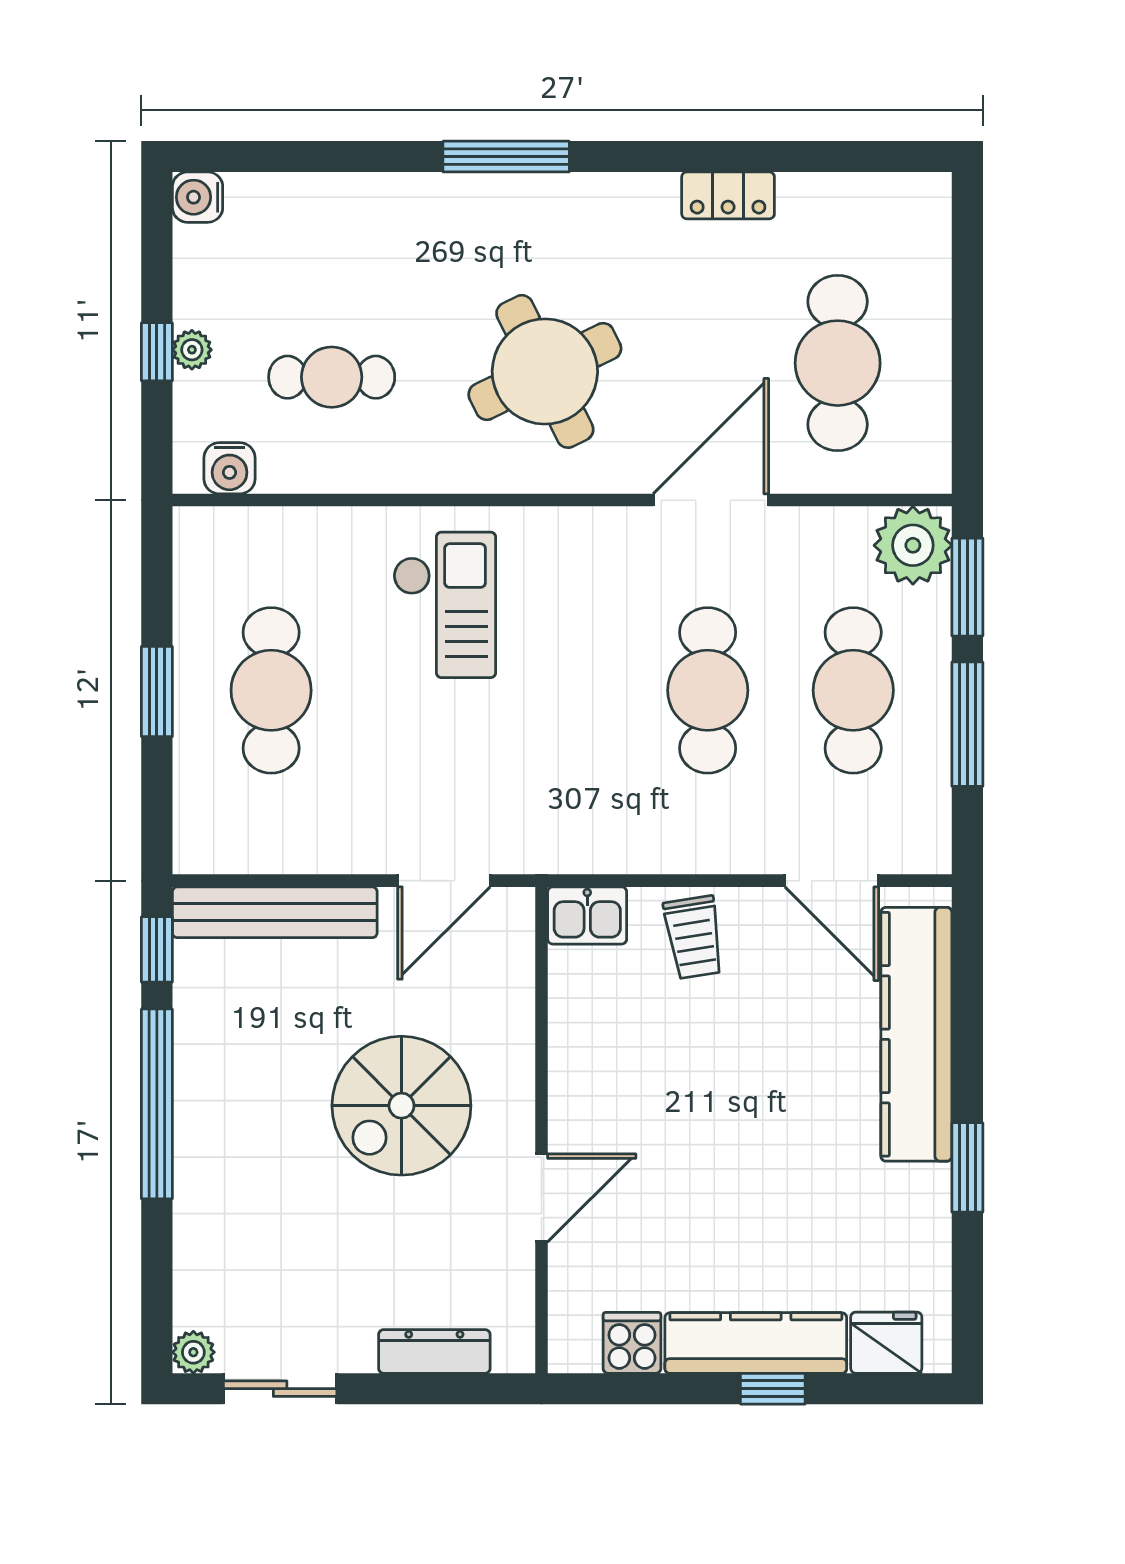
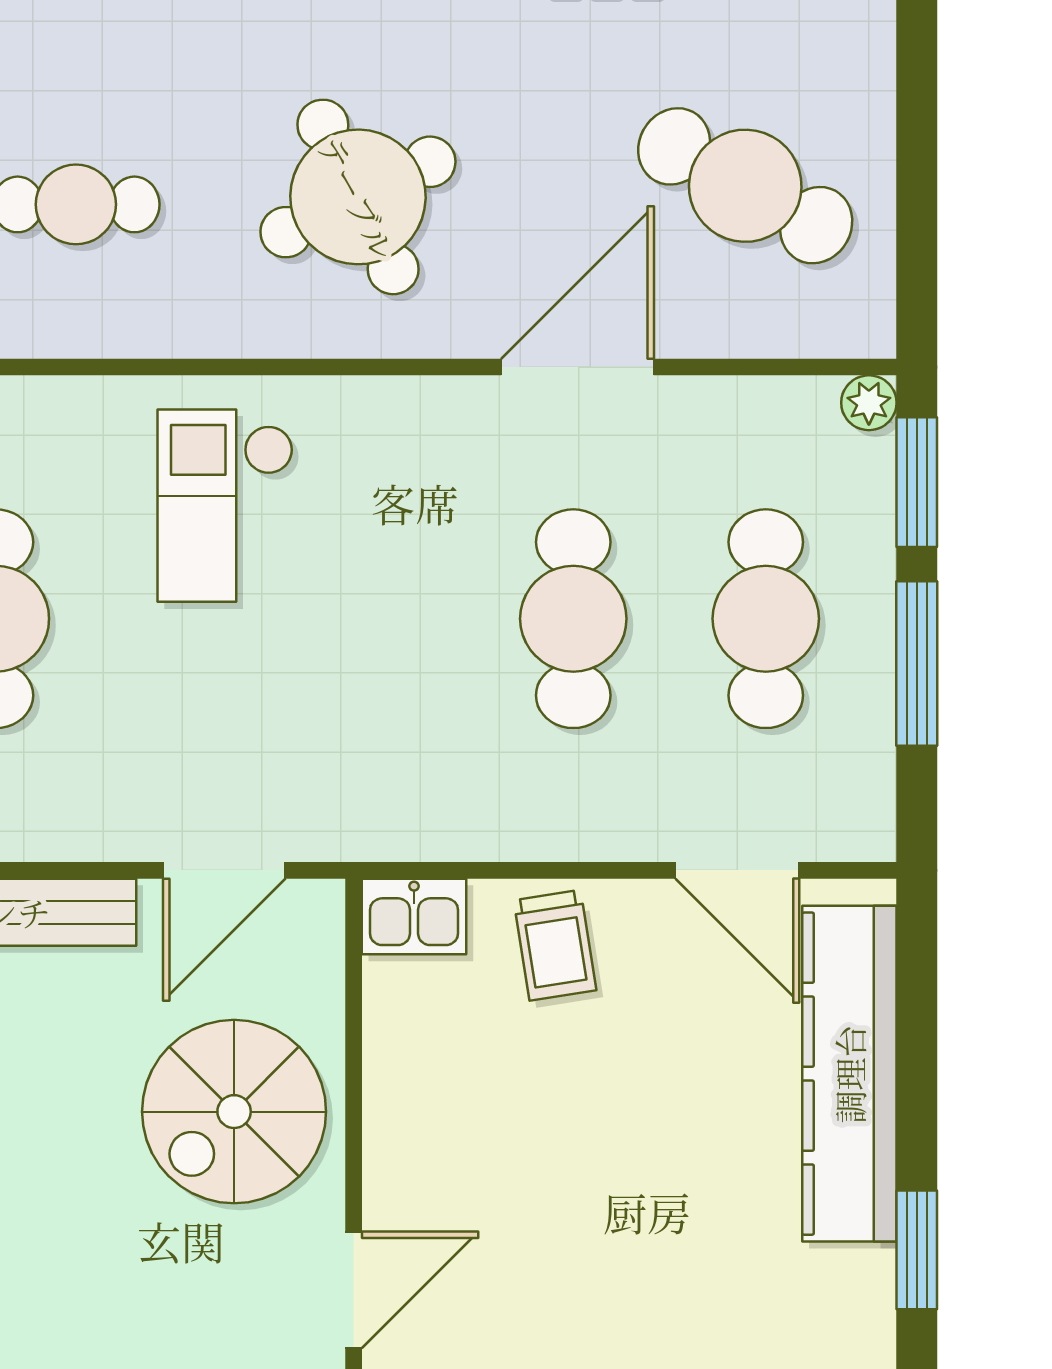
cafe table: (838, 363) -> (745, 186), turned -61
plant: (913, 545) -> (869, 403), width x0.53, depth x0.53
checkout: (445, 605) -> (225, 506), turned 180
spiral stairs: (401, 1106) -> (234, 1112), moved

